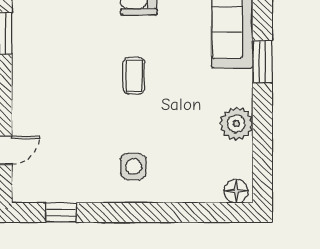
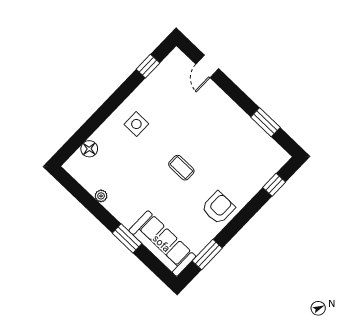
plant: (236, 124) -> (101, 196), width x0.53, depth x0.53
floor lamp: (236, 191) -> (89, 149), moved

